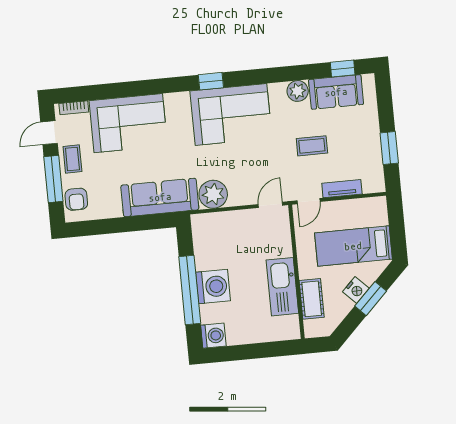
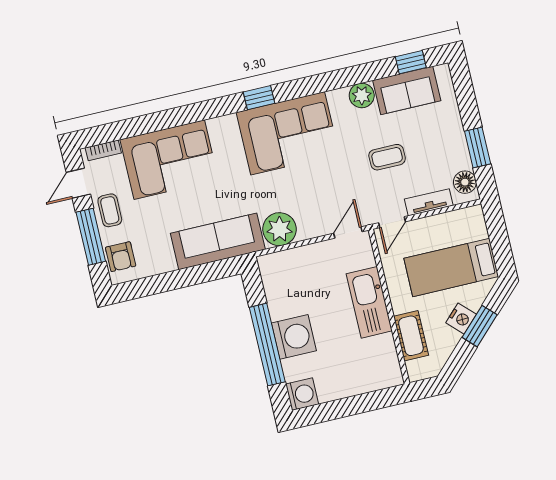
floor lamp: (375, 176) -> (465, 182), added
kitchen sink: (282, 287) -> (369, 302), moved

